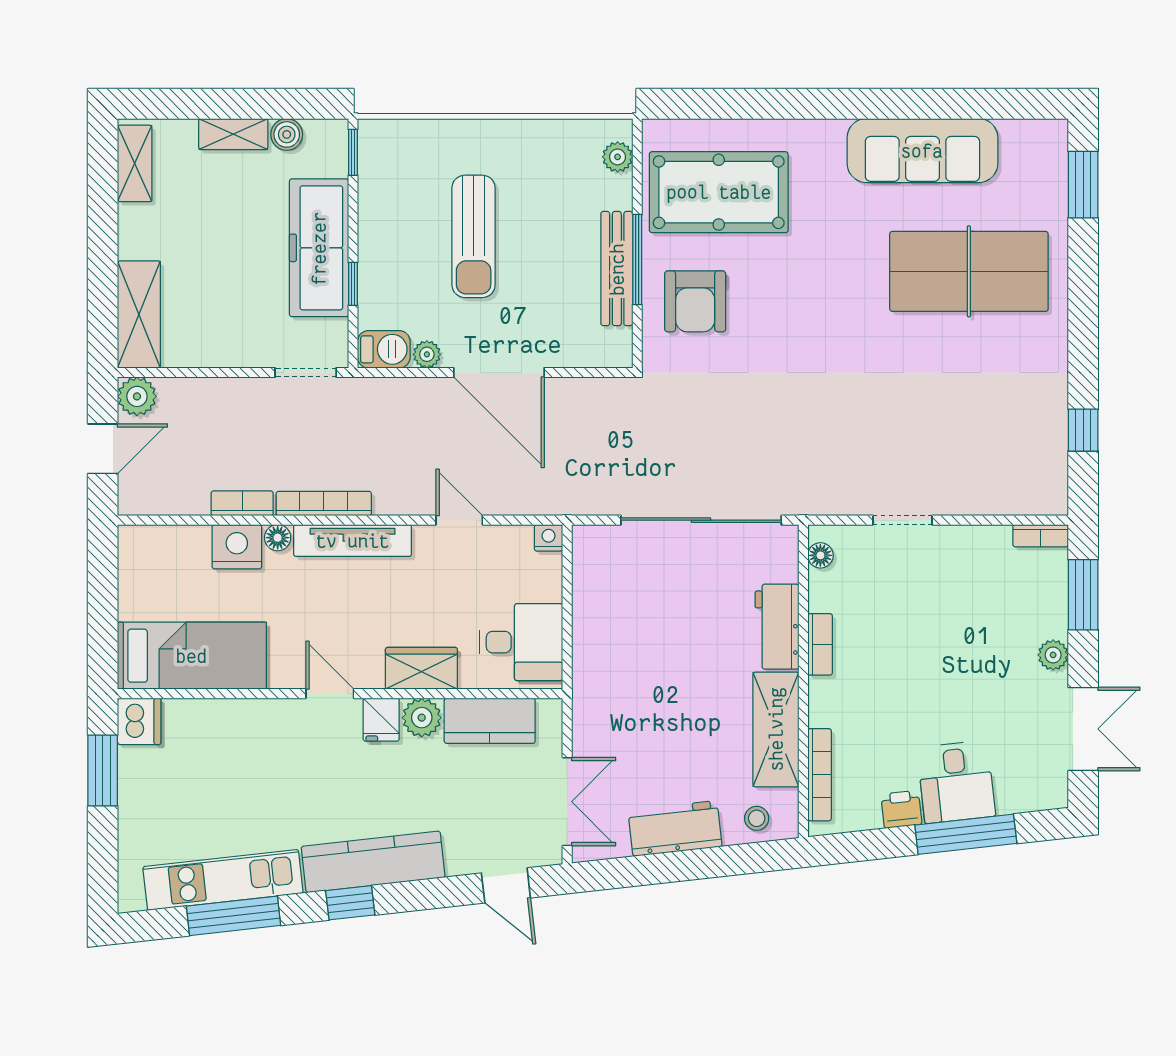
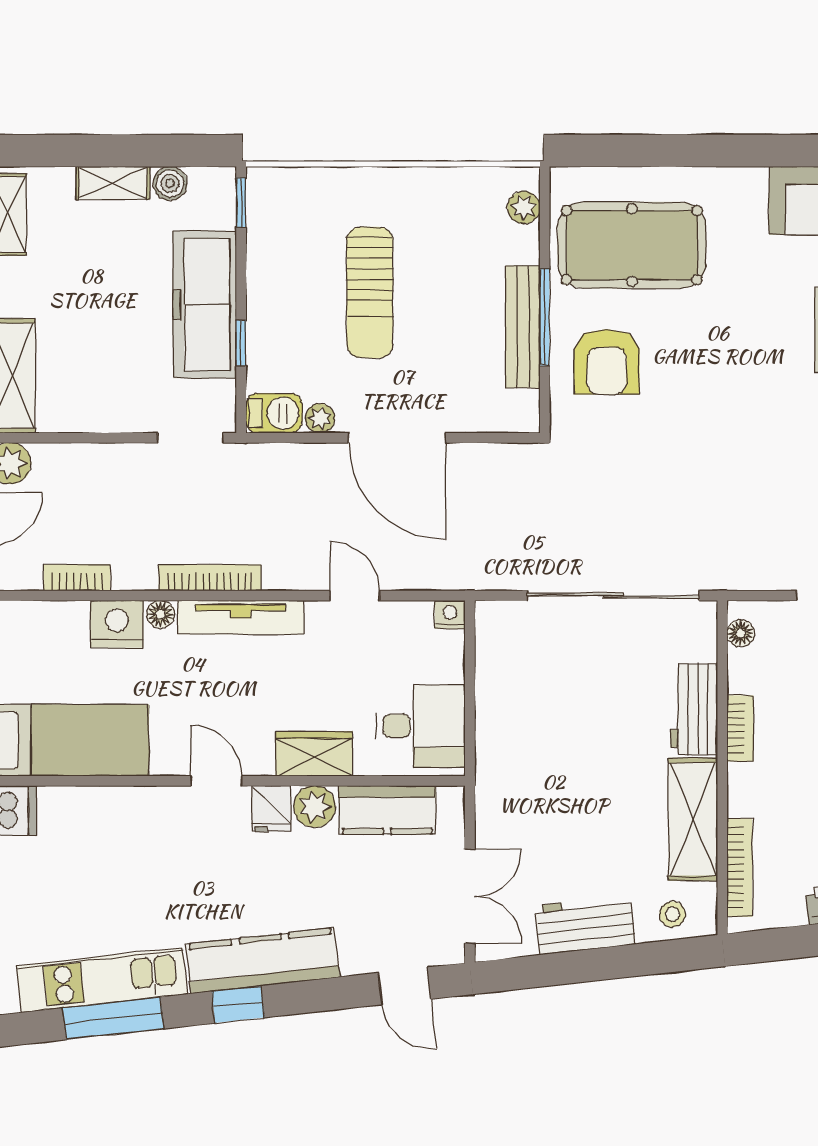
bookcase: (242, 503) -> (77, 578), moved

